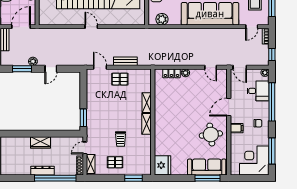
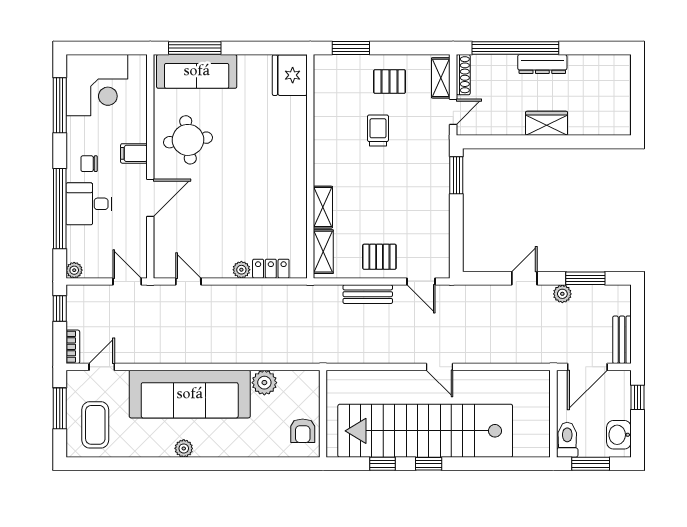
plant: (162, 19) -> (264, 383), moved
desk: (258, 91) -> (89, 204), moved
shelving: (147, 124) -> (323, 252), moved

